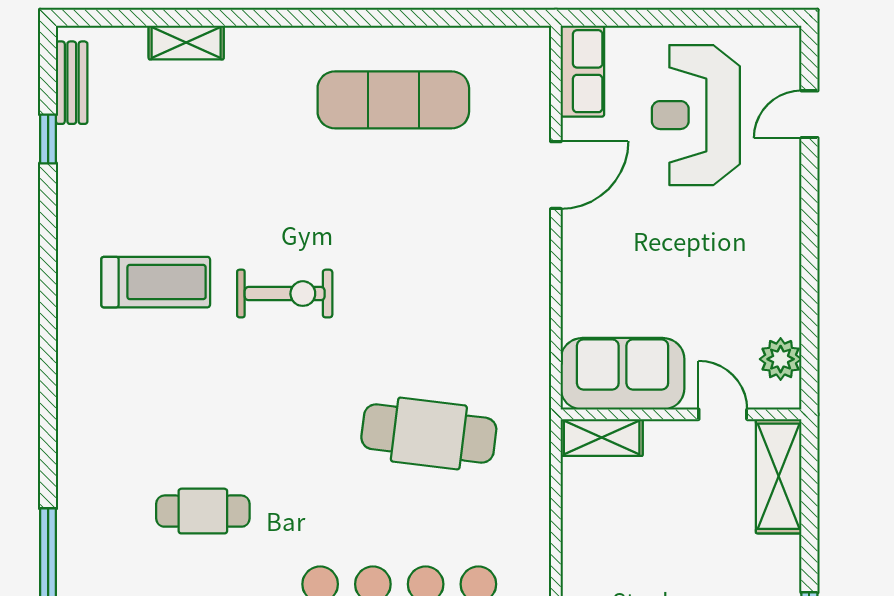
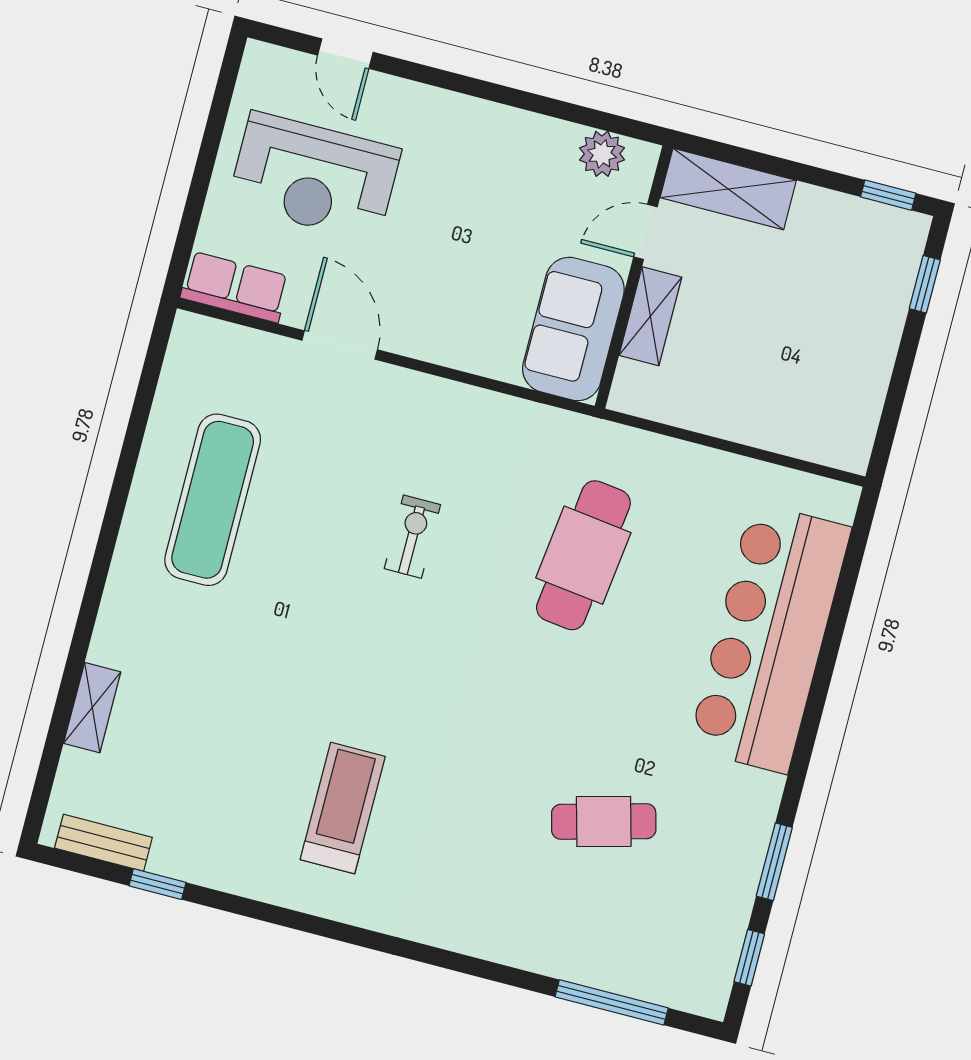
exercise bike: (285, 294) -> (412, 537), moved, width x0.73, depth x0.72
shelving: (602, 438) -> (650, 316), moved
cafe table: (203, 511) -> (604, 821), turned 75

